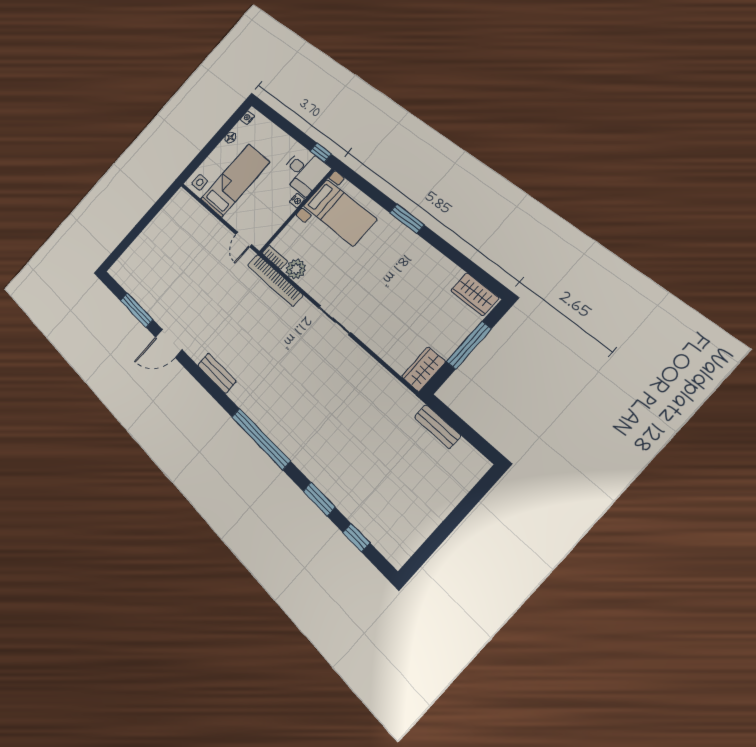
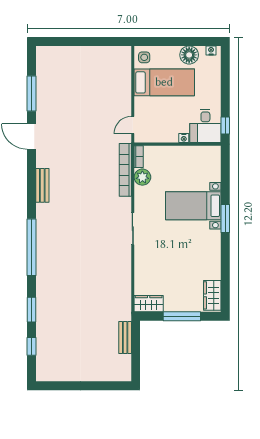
floor lamp: (230, 138) -> (189, 55), width x1.89, depth x1.89
bed with nightstands: (340, 213) -> (193, 206), moved, turned 90

